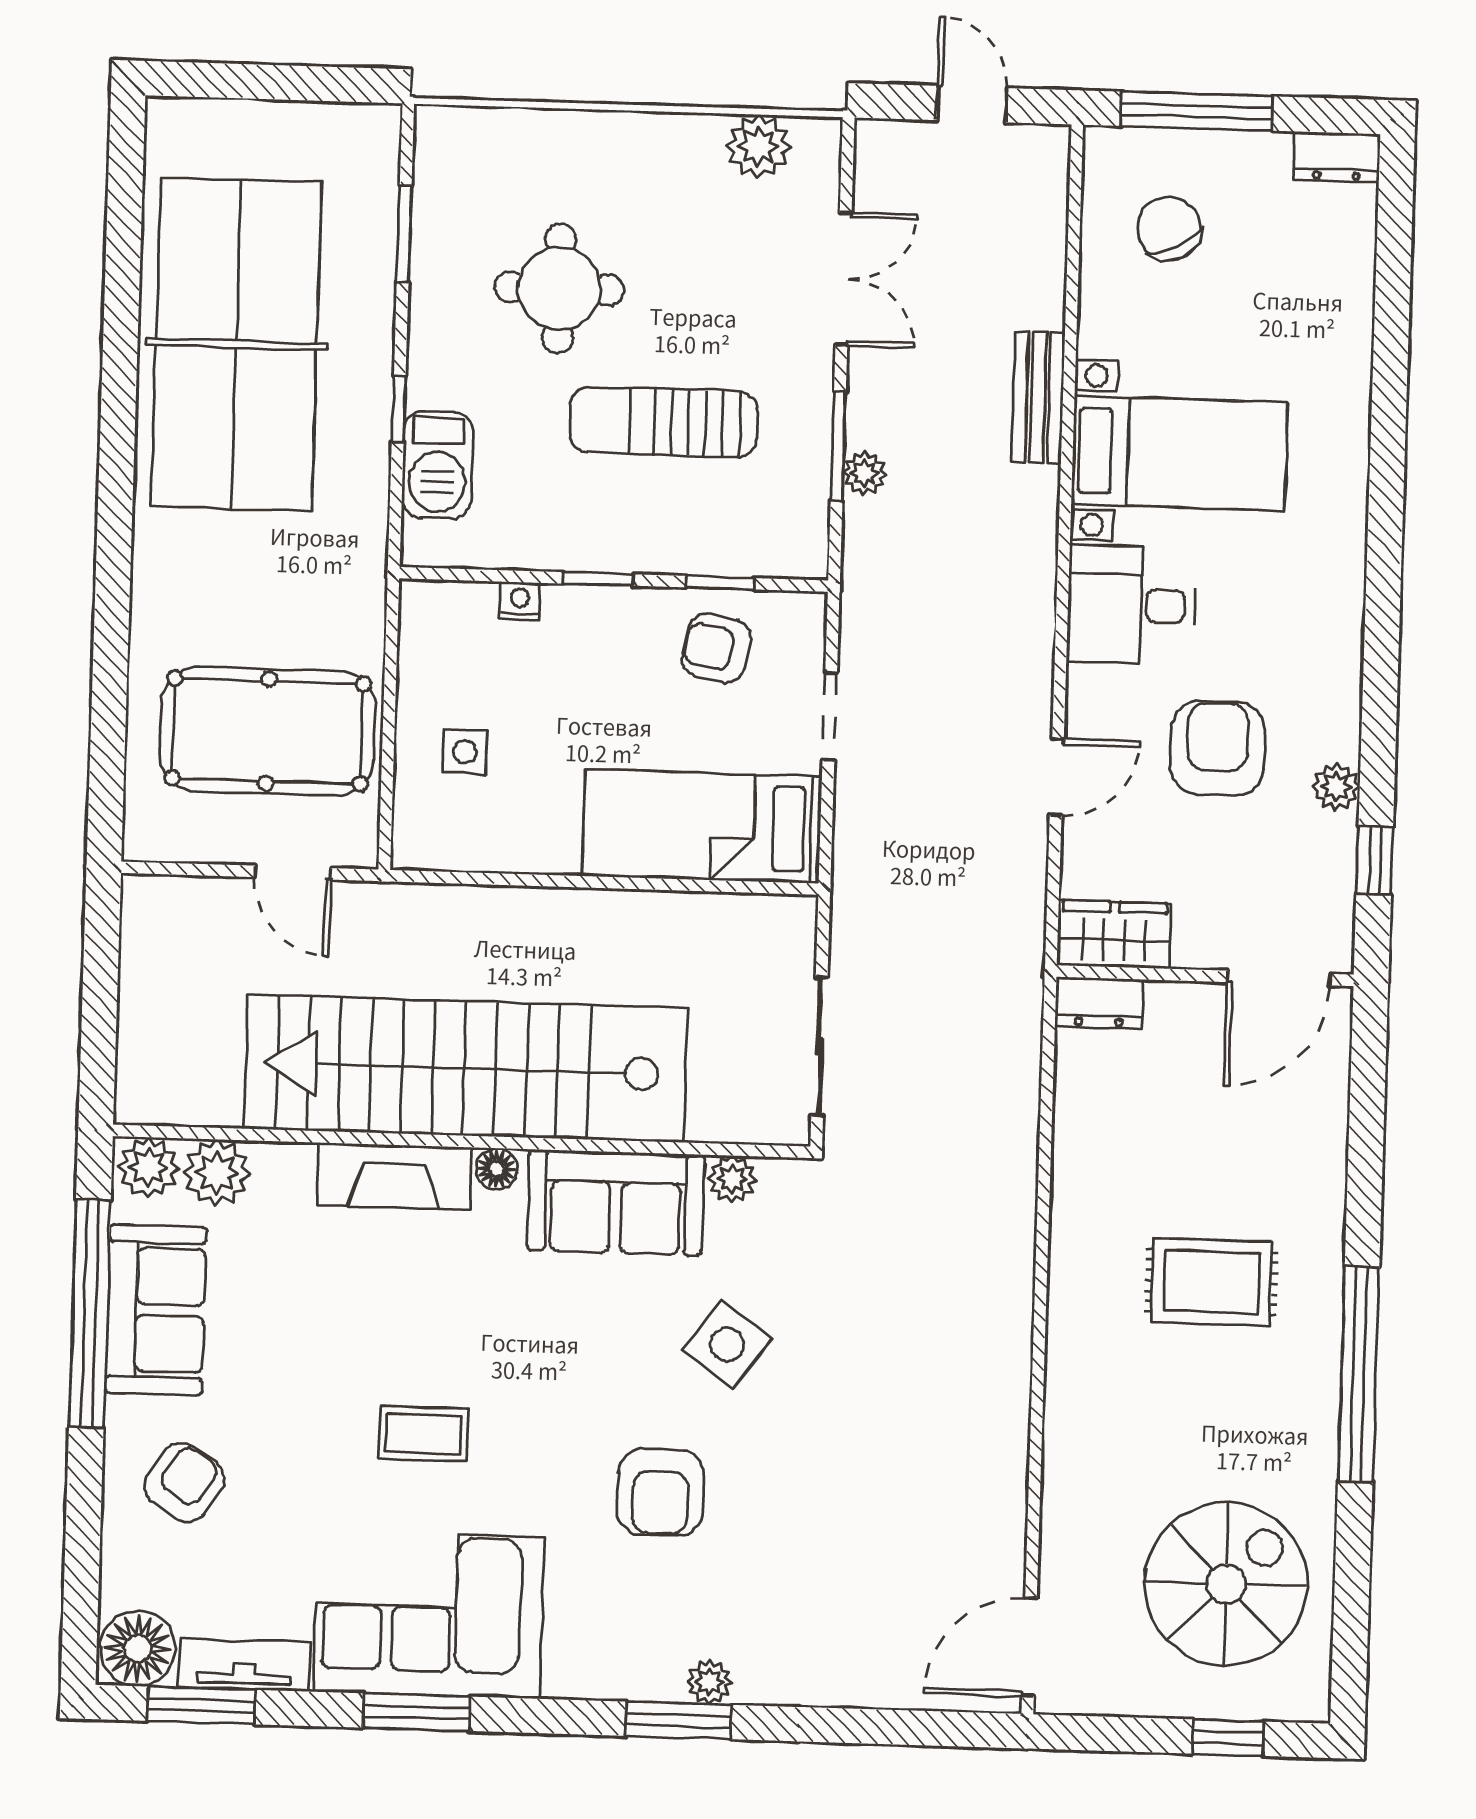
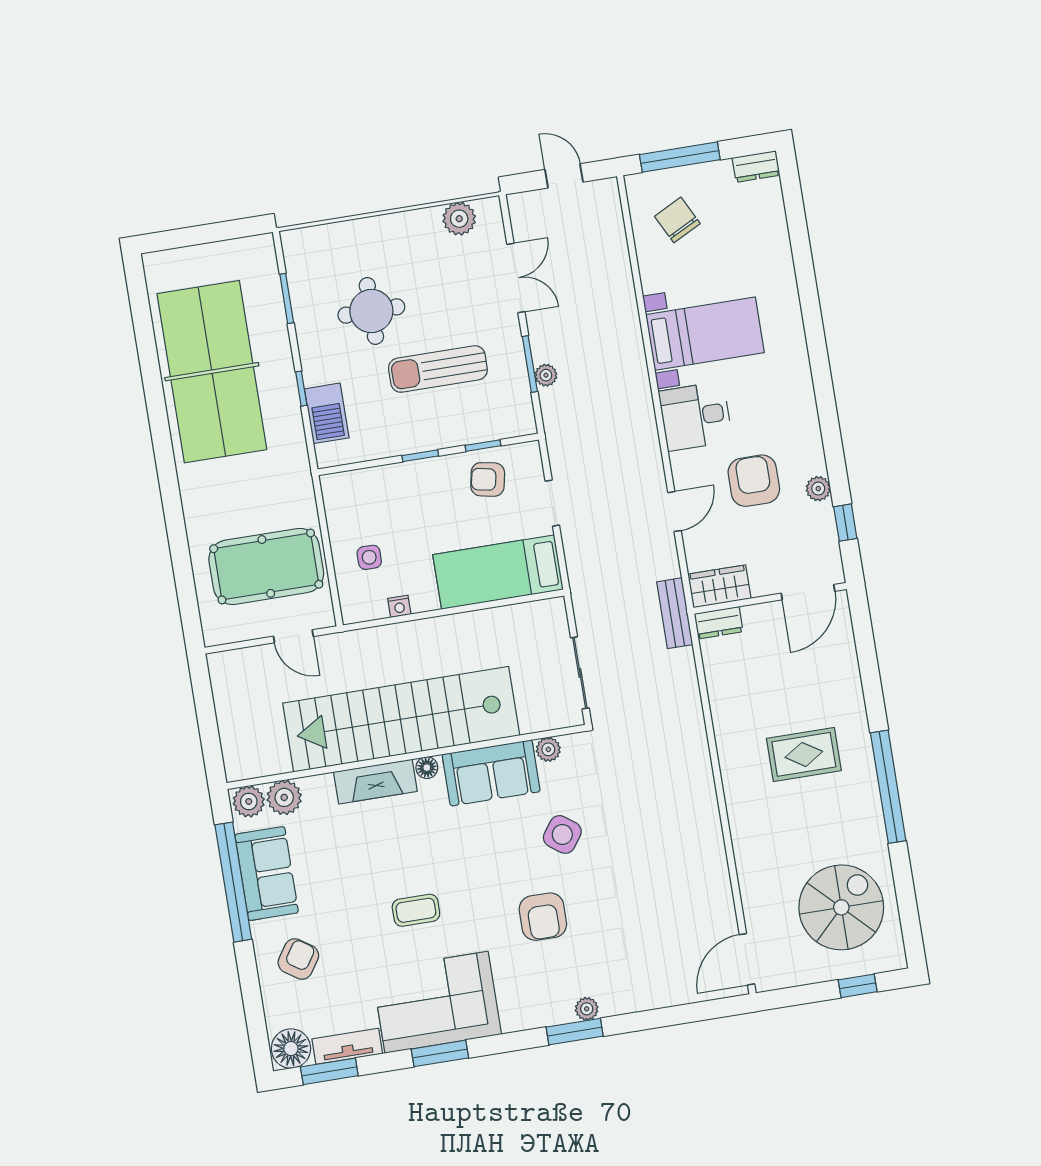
bench: (1038, 397) -> (675, 613), moved
nightstand: (520, 601) -> (399, 606), moved, turned 180

